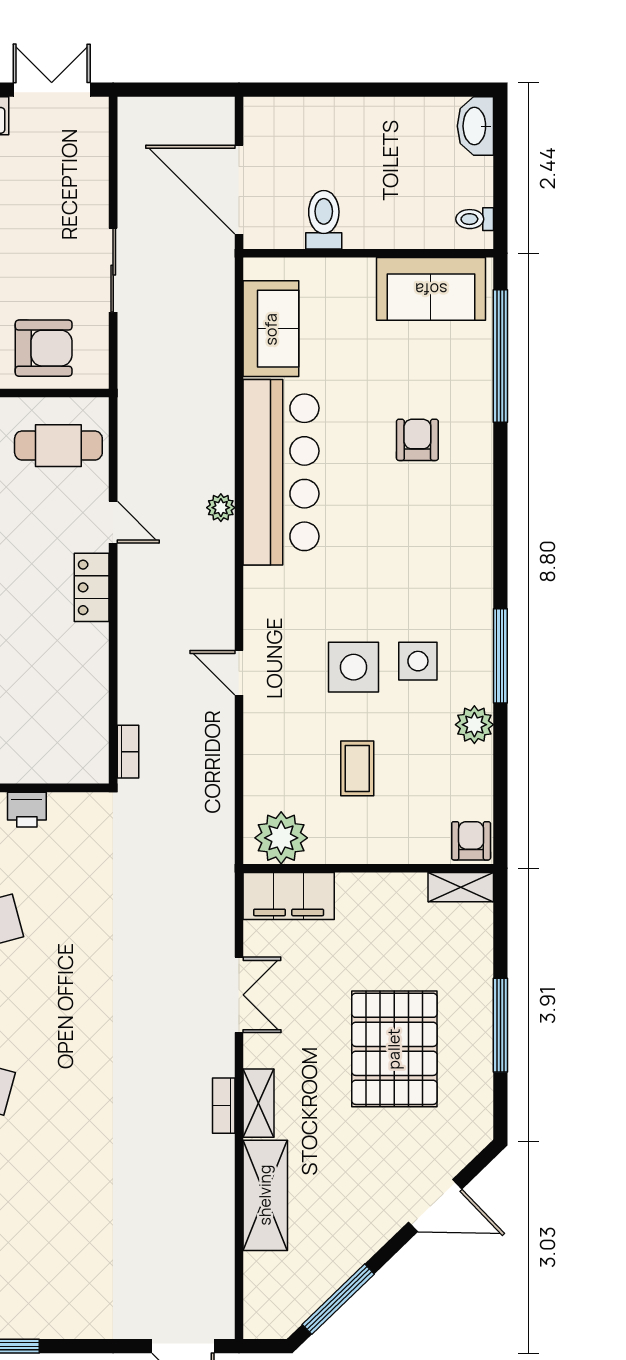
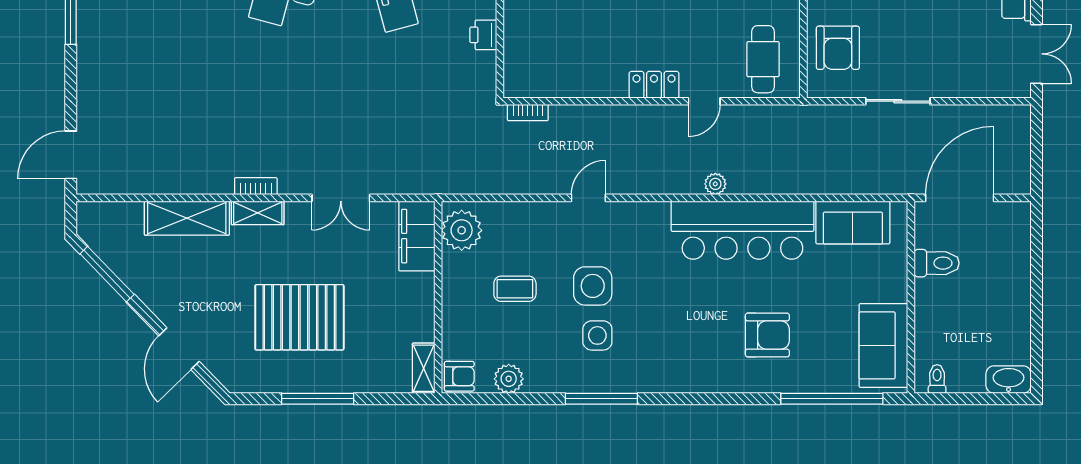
armchair: (417, 440) -> (767, 335), width x1.38, depth x1.38
plant: (474, 725) -> (509, 379), moved

